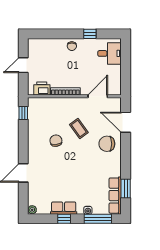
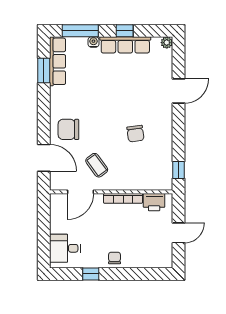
coffee table: (79, 129) -> (97, 165), moved
chair: (107, 144) -> (68, 129), turned 180
row of seats: (64, 208) -> (125, 45), width x1.48

